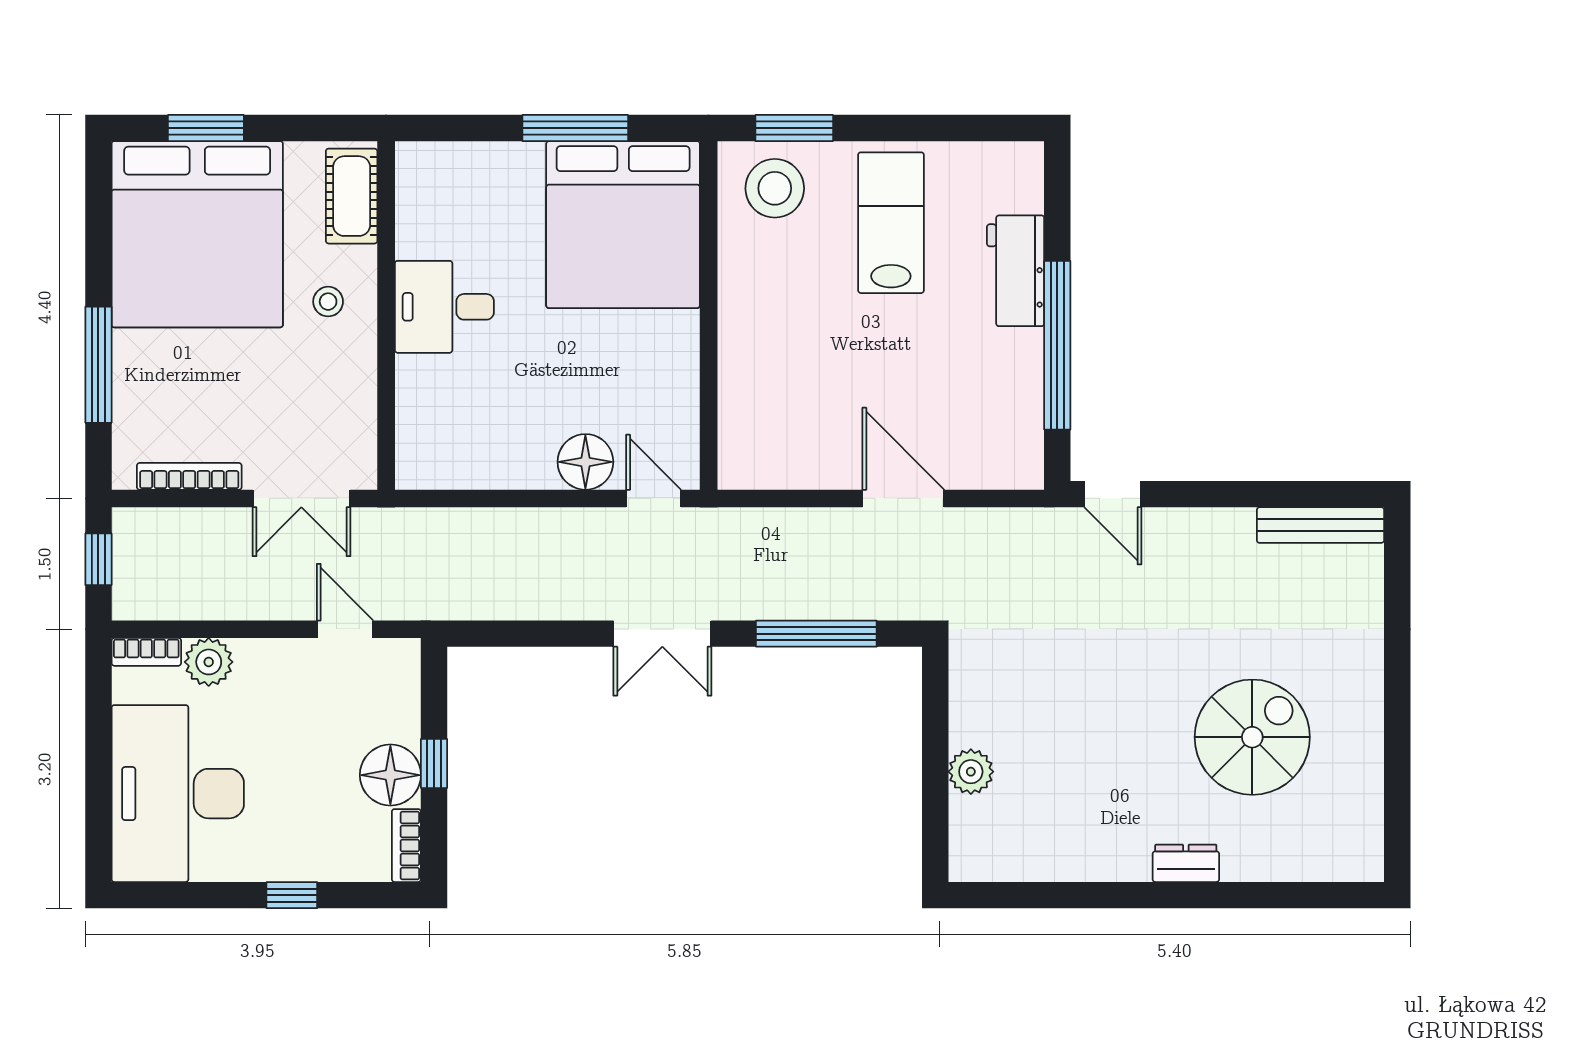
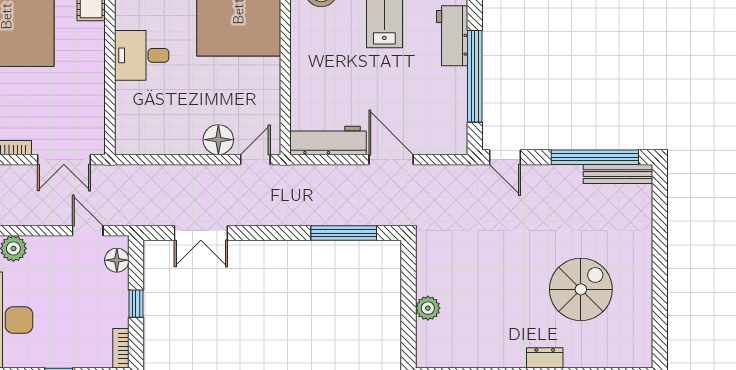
stool: (328, 302) -> (78, 53), removed
workbench: (787, 463) -> (328, 141), added
window: (1278, 494) -> (595, 157), added
door: (654, 498) -> (255, 160), hinge flipped
double door: (662, 634) -> (201, 233), moved
floor lamp: (390, 775) -> (117, 260), moved, width x0.73, depth x0.73

